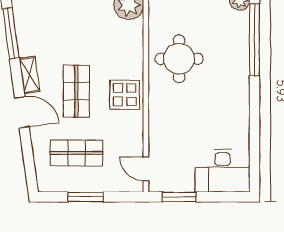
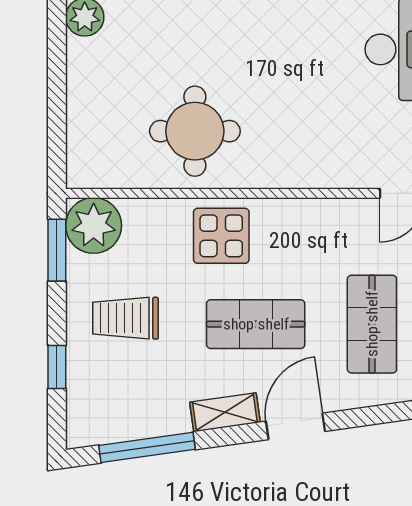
trolley: (80, 22) -> (126, 318), added
display table: (125, 95) -> (221, 236), moved

